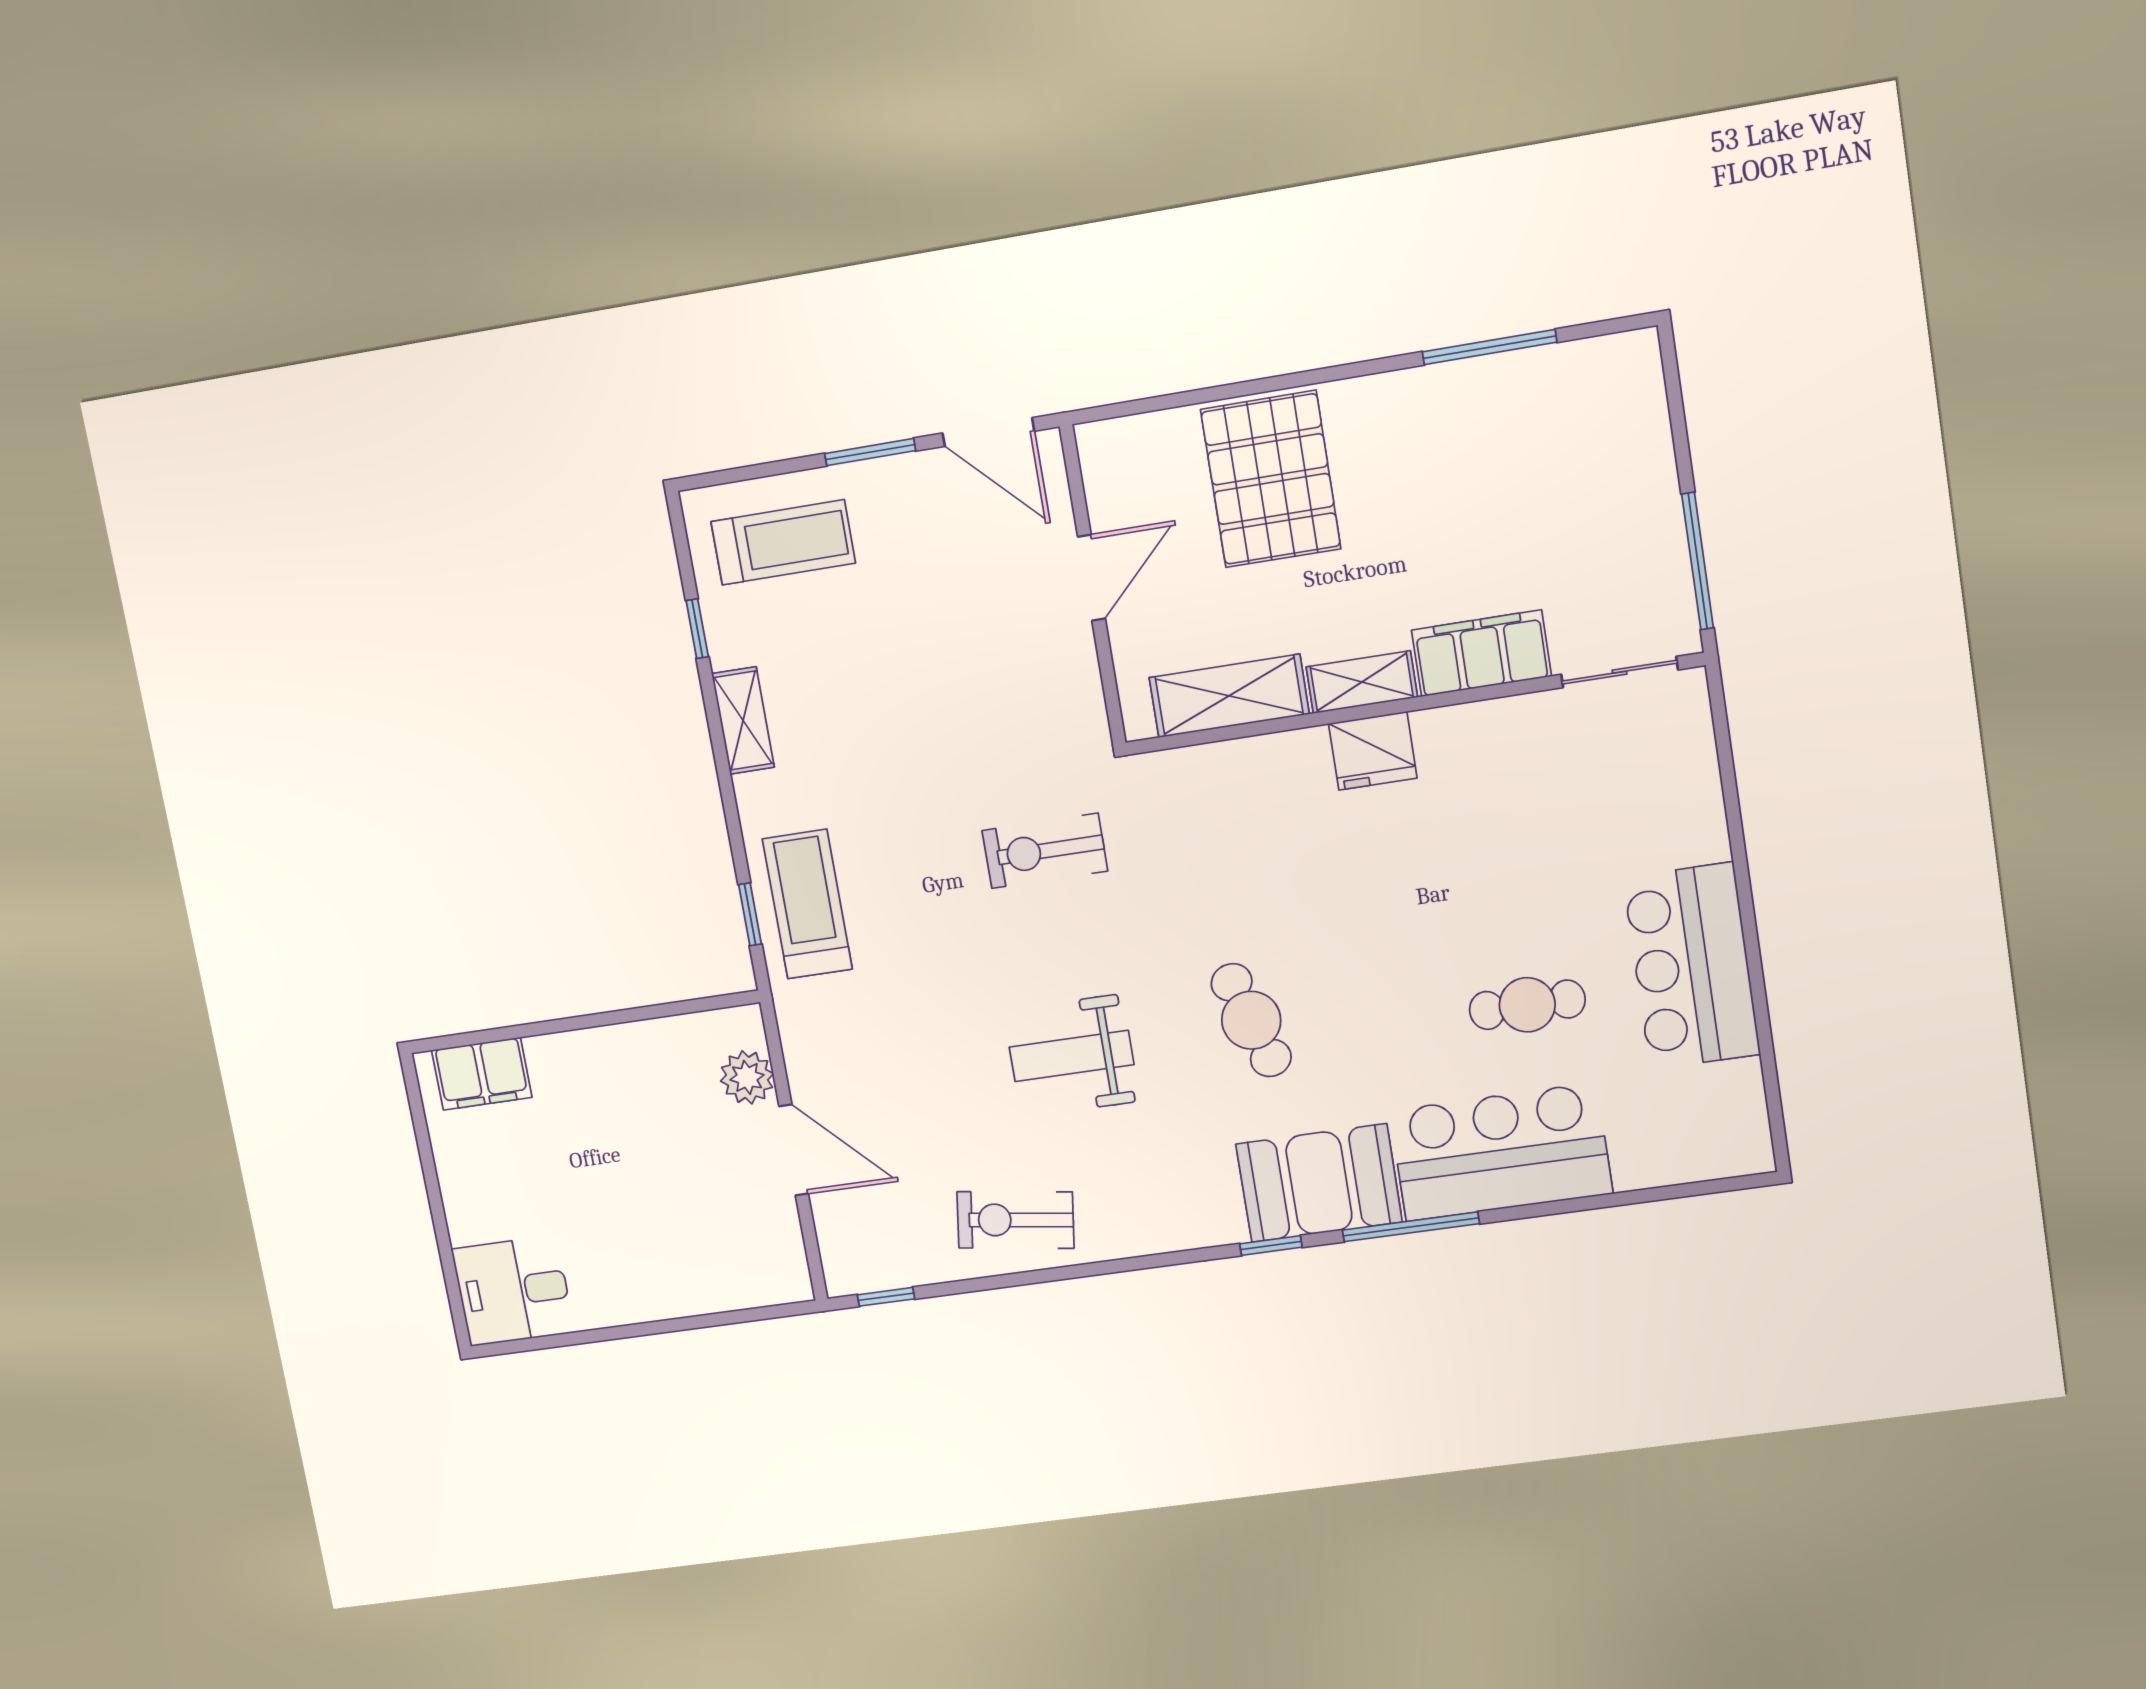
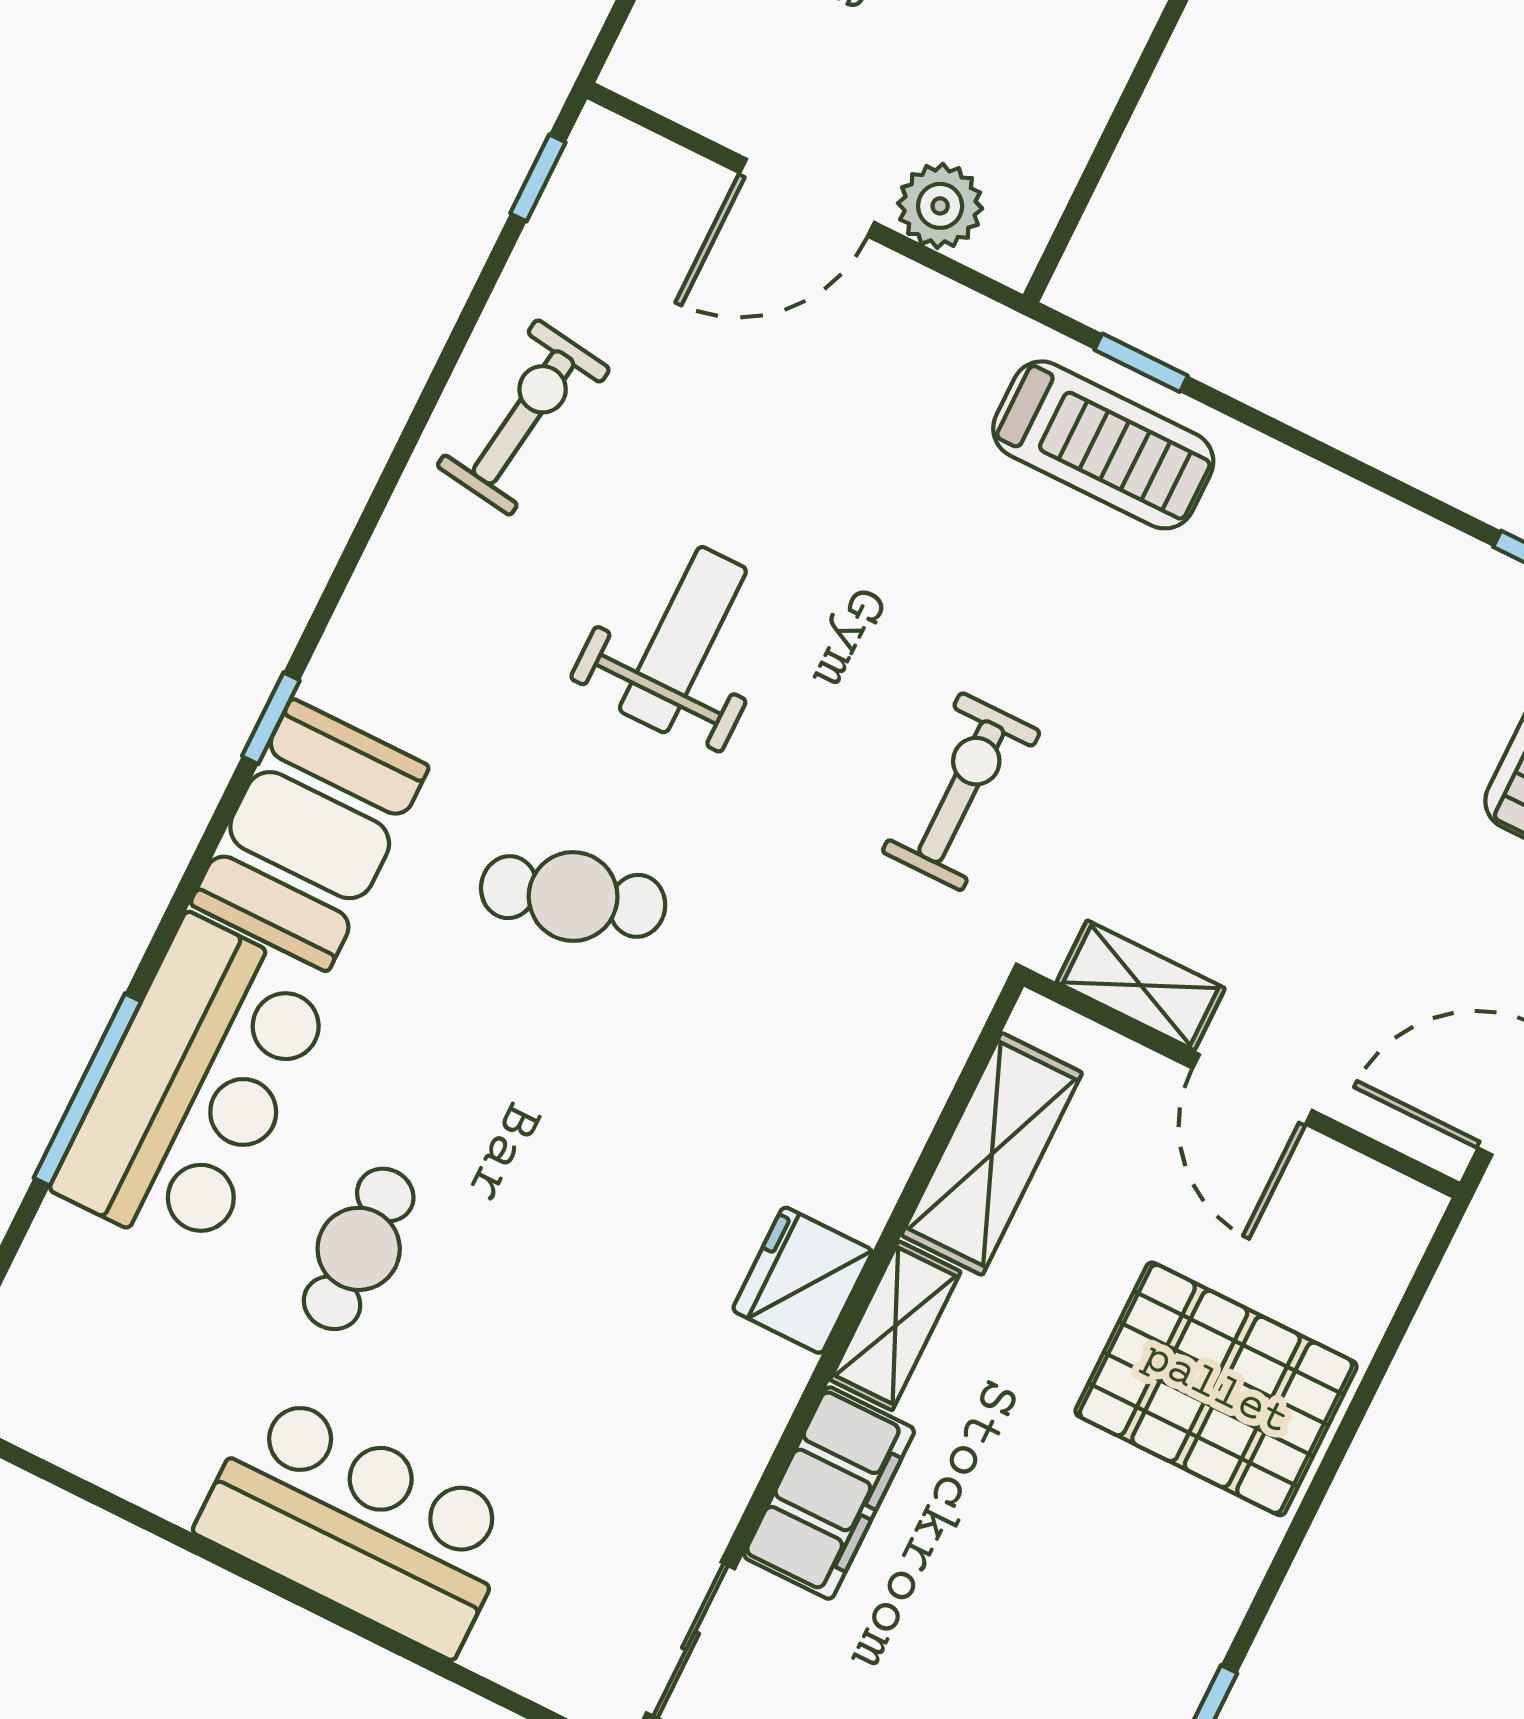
shelving: (743, 720) -> (1141, 985), moved
bar counter: (1692, 966) -> (358, 1524), moved
window: (1411, 1227) -> (87, 1090), moved

